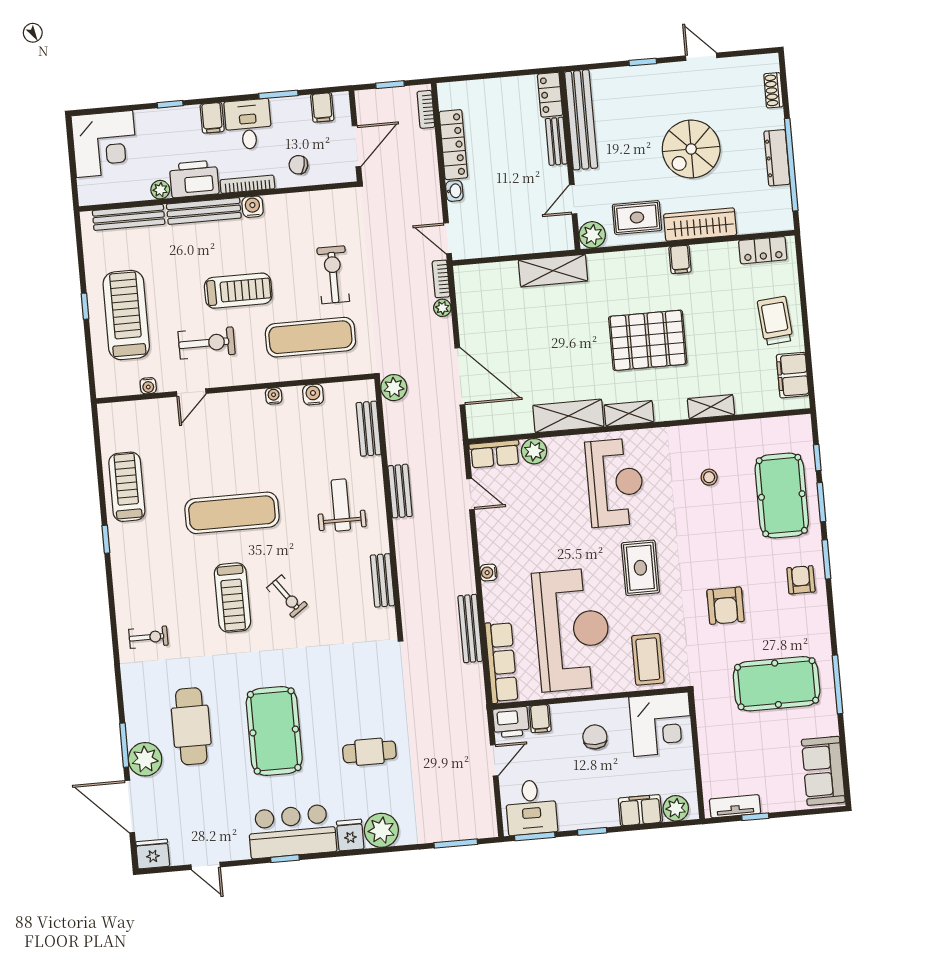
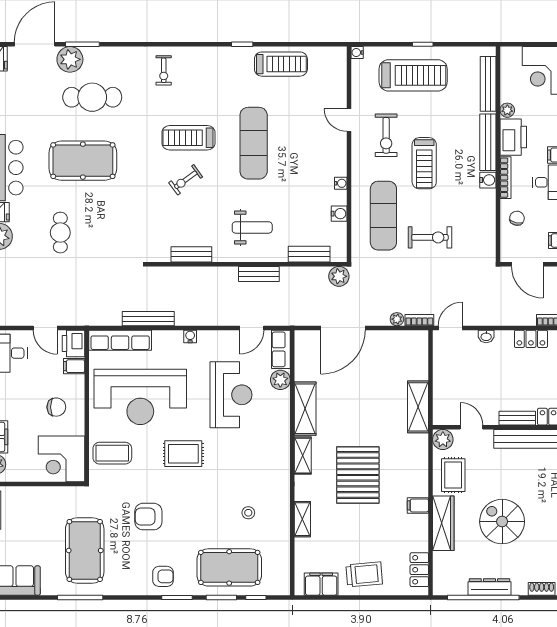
locker: (453, 145) -> (531, 339), width x0.66
water cooler: (148, 386) -> (357, 52), moved
reception desk: (615, 483) -> (231, 395), moved, turned -90

